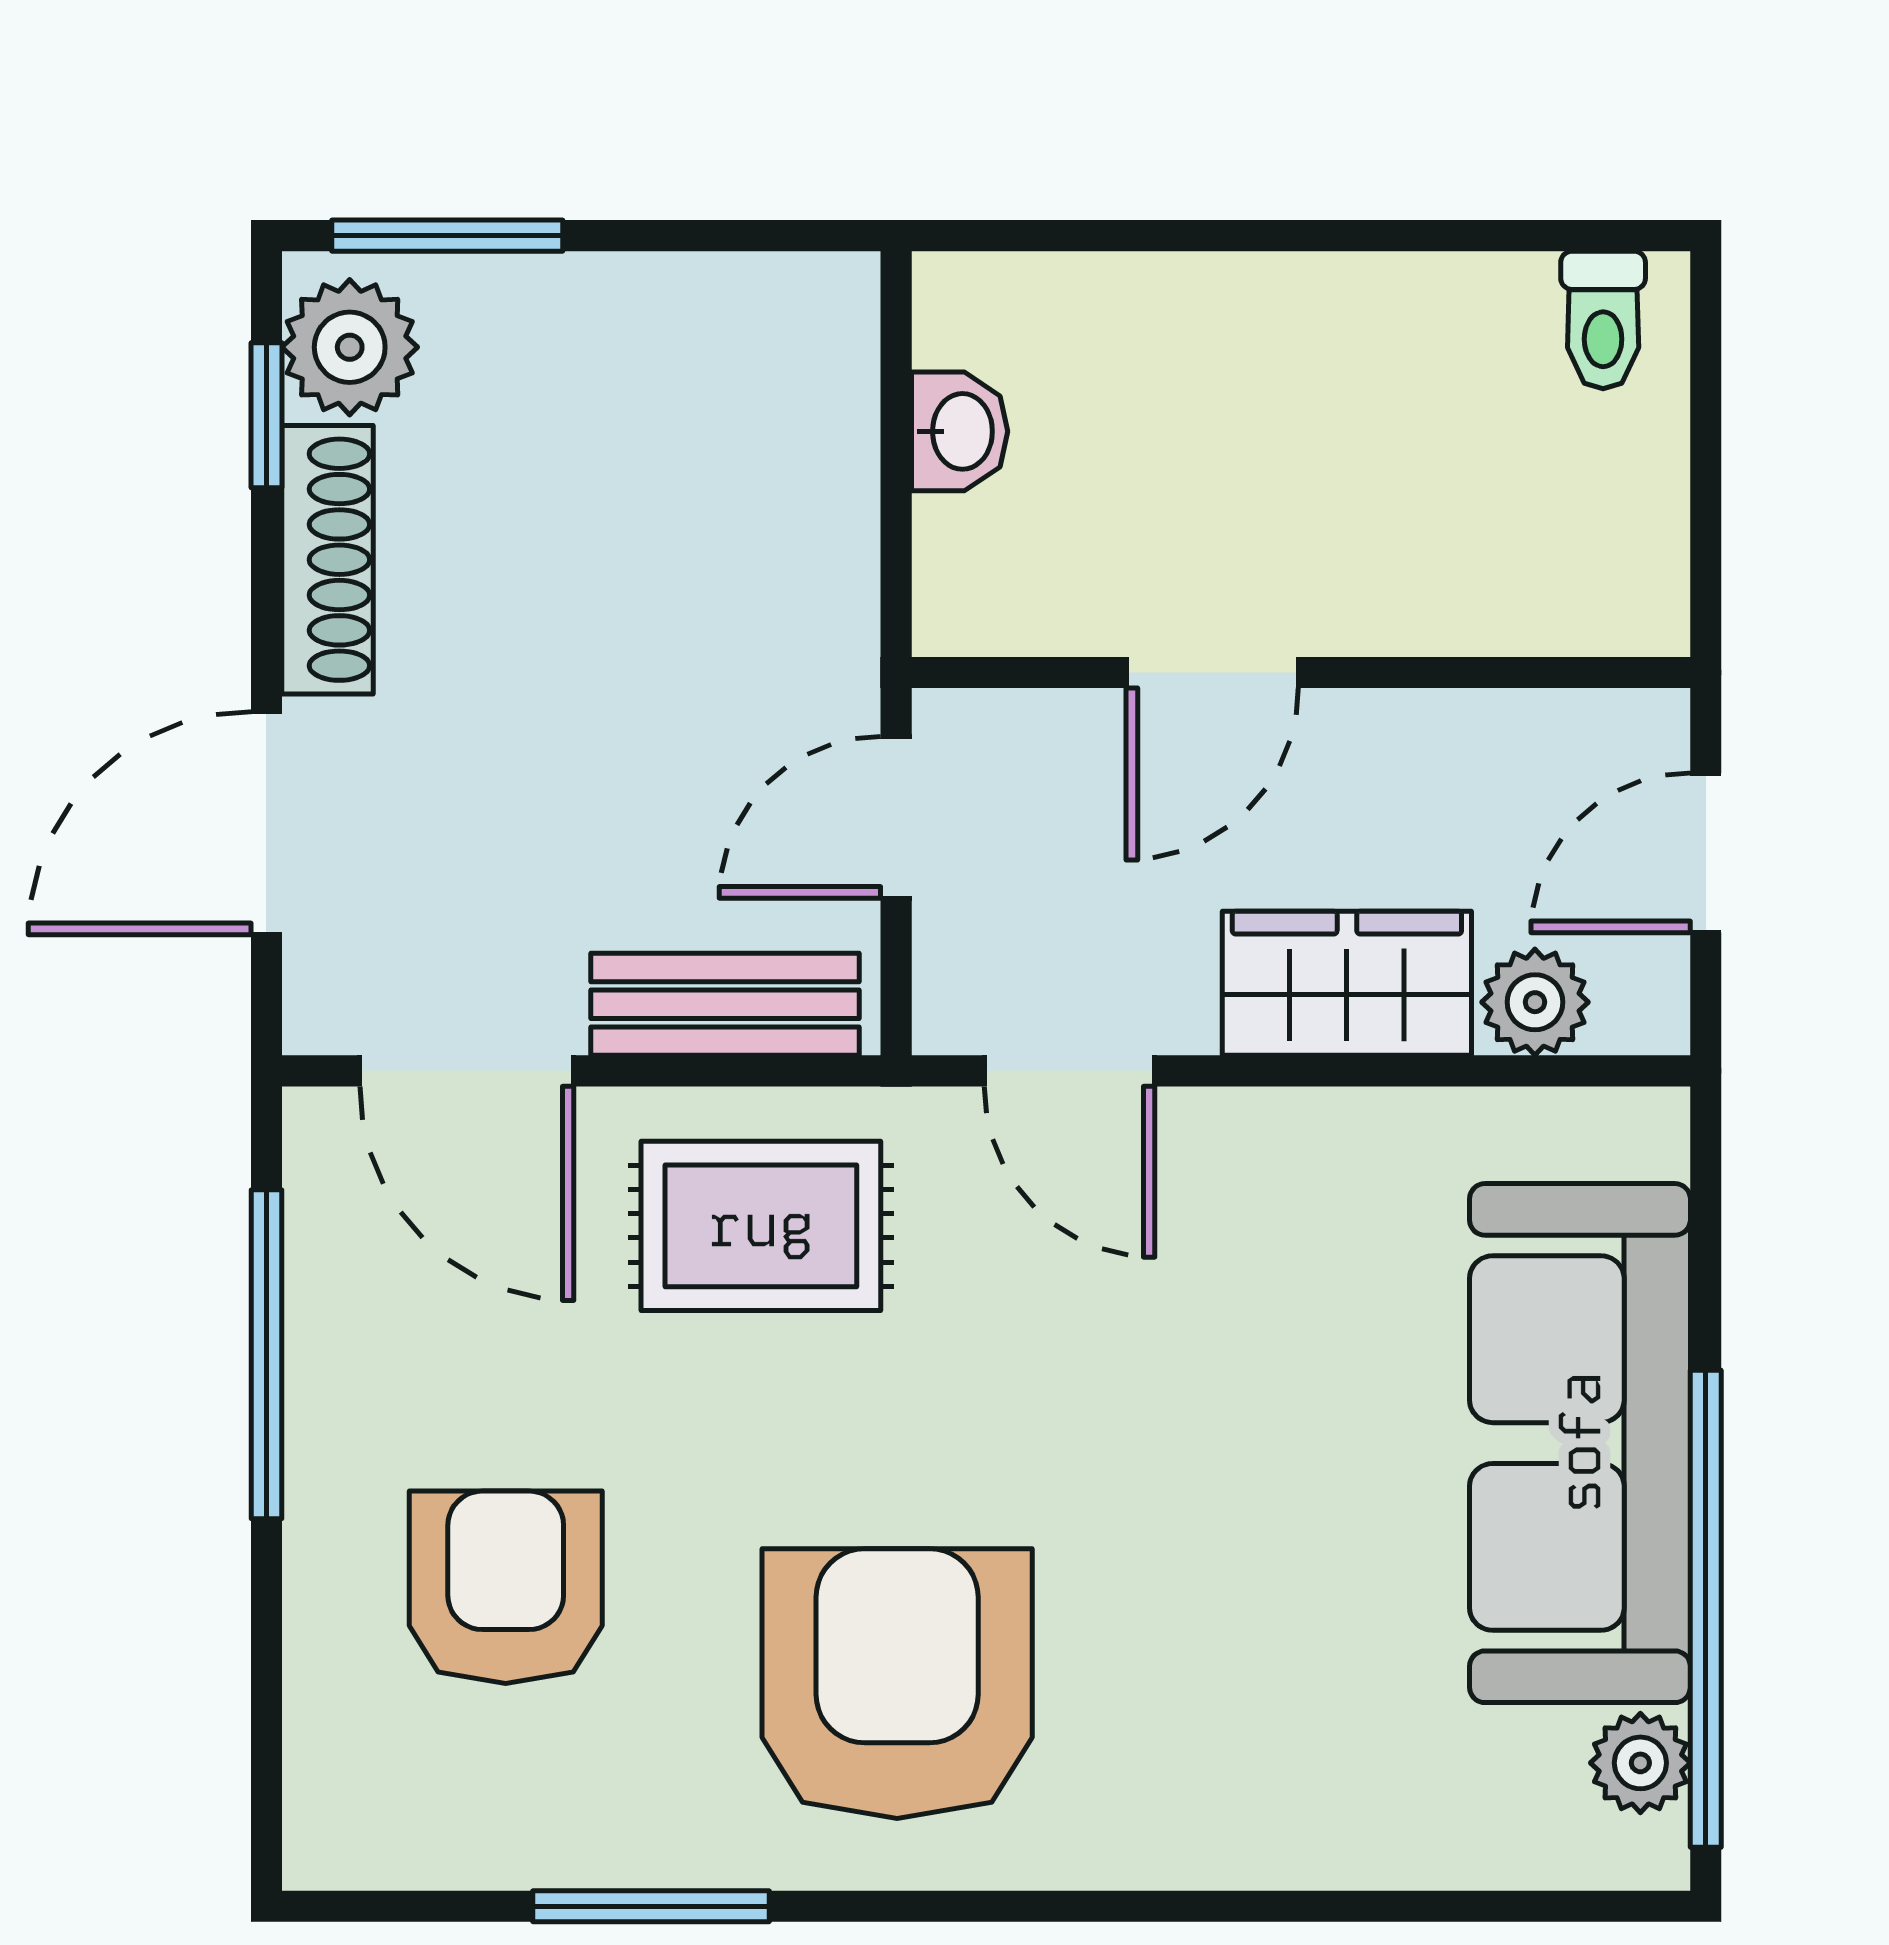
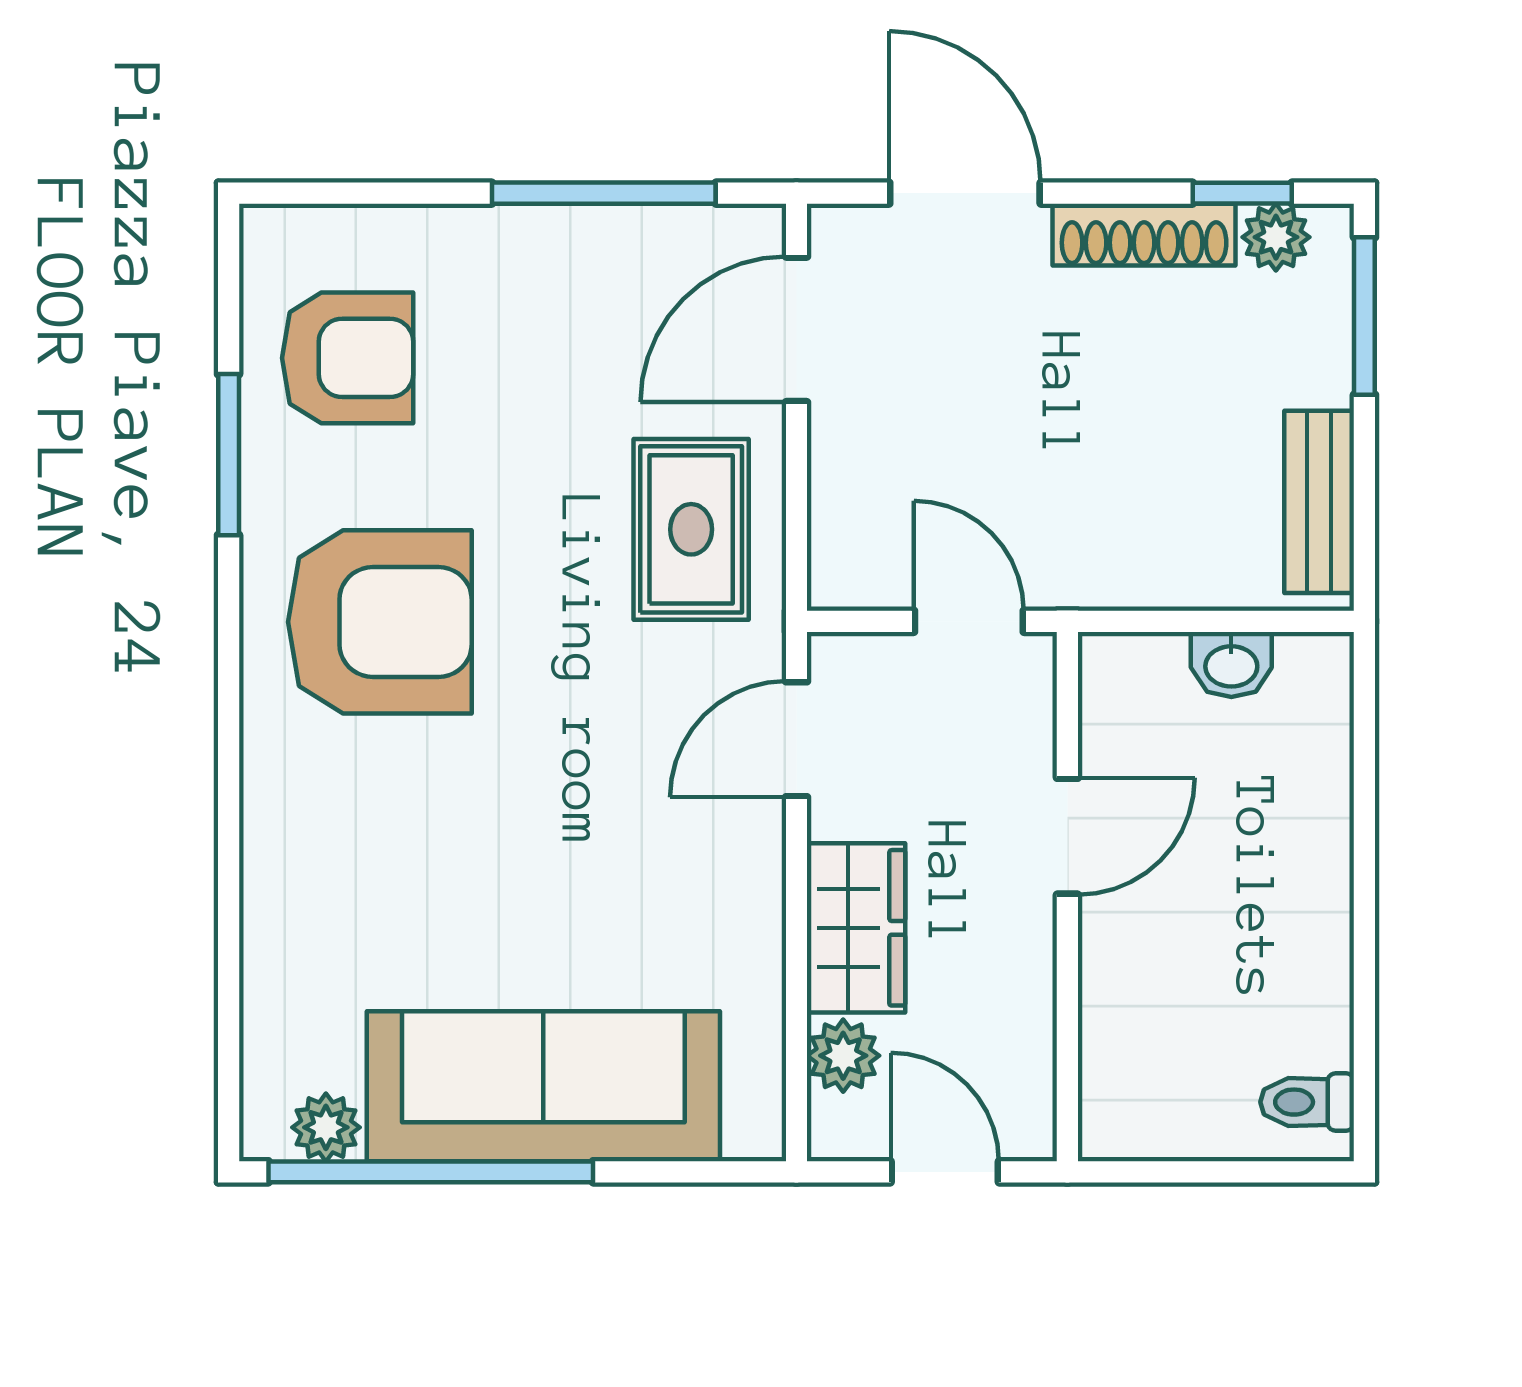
plant: (350, 347) -> (1276, 237), width x0.73, depth x0.73
door: (1212, 673) -> (1067, 836), swing flipped
bench: (725, 1004) -> (1319, 502), moved
armchair: (506, 1587) -> (348, 358), moved

